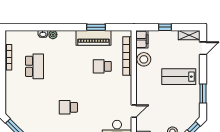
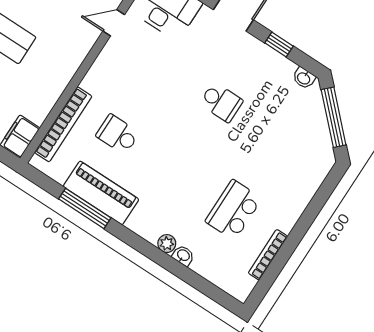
window: (96, 27) -> (85, 208), width x1.44
stool: (144, 59) -> (39, 100), removed
school desk: (102, 66) -> (118, 134), turned 180

